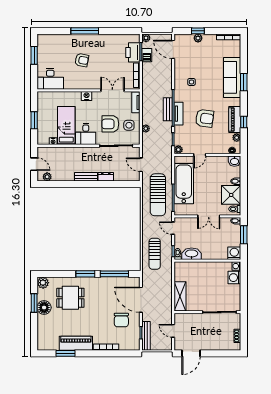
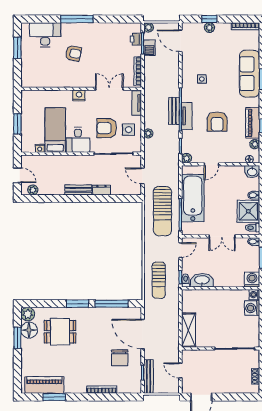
printer: (133, 52) -> (136, 39), width x0.53, depth x0.68
desk: (50, 79) -> (45, 35), moved, turned 180
armchair: (205, 118) -> (217, 122), turned 82
door: (173, 228) -> (180, 250), swing flipped
floor lamp: (44, 308) -> (29, 330), moved
piano: (76, 343) -> (44, 385), moved

